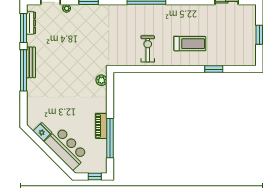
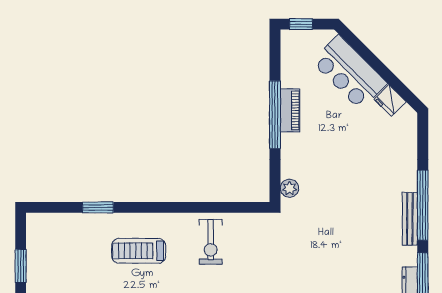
window: (110, 138) -> (275, 115), moved

